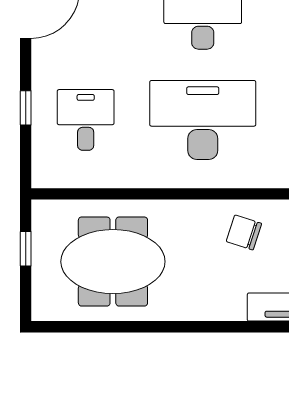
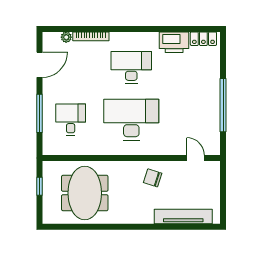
window: (26, 108) -> (40, 113), width x2.17
meeting table: (113, 262) -> (85, 193), turned 90

